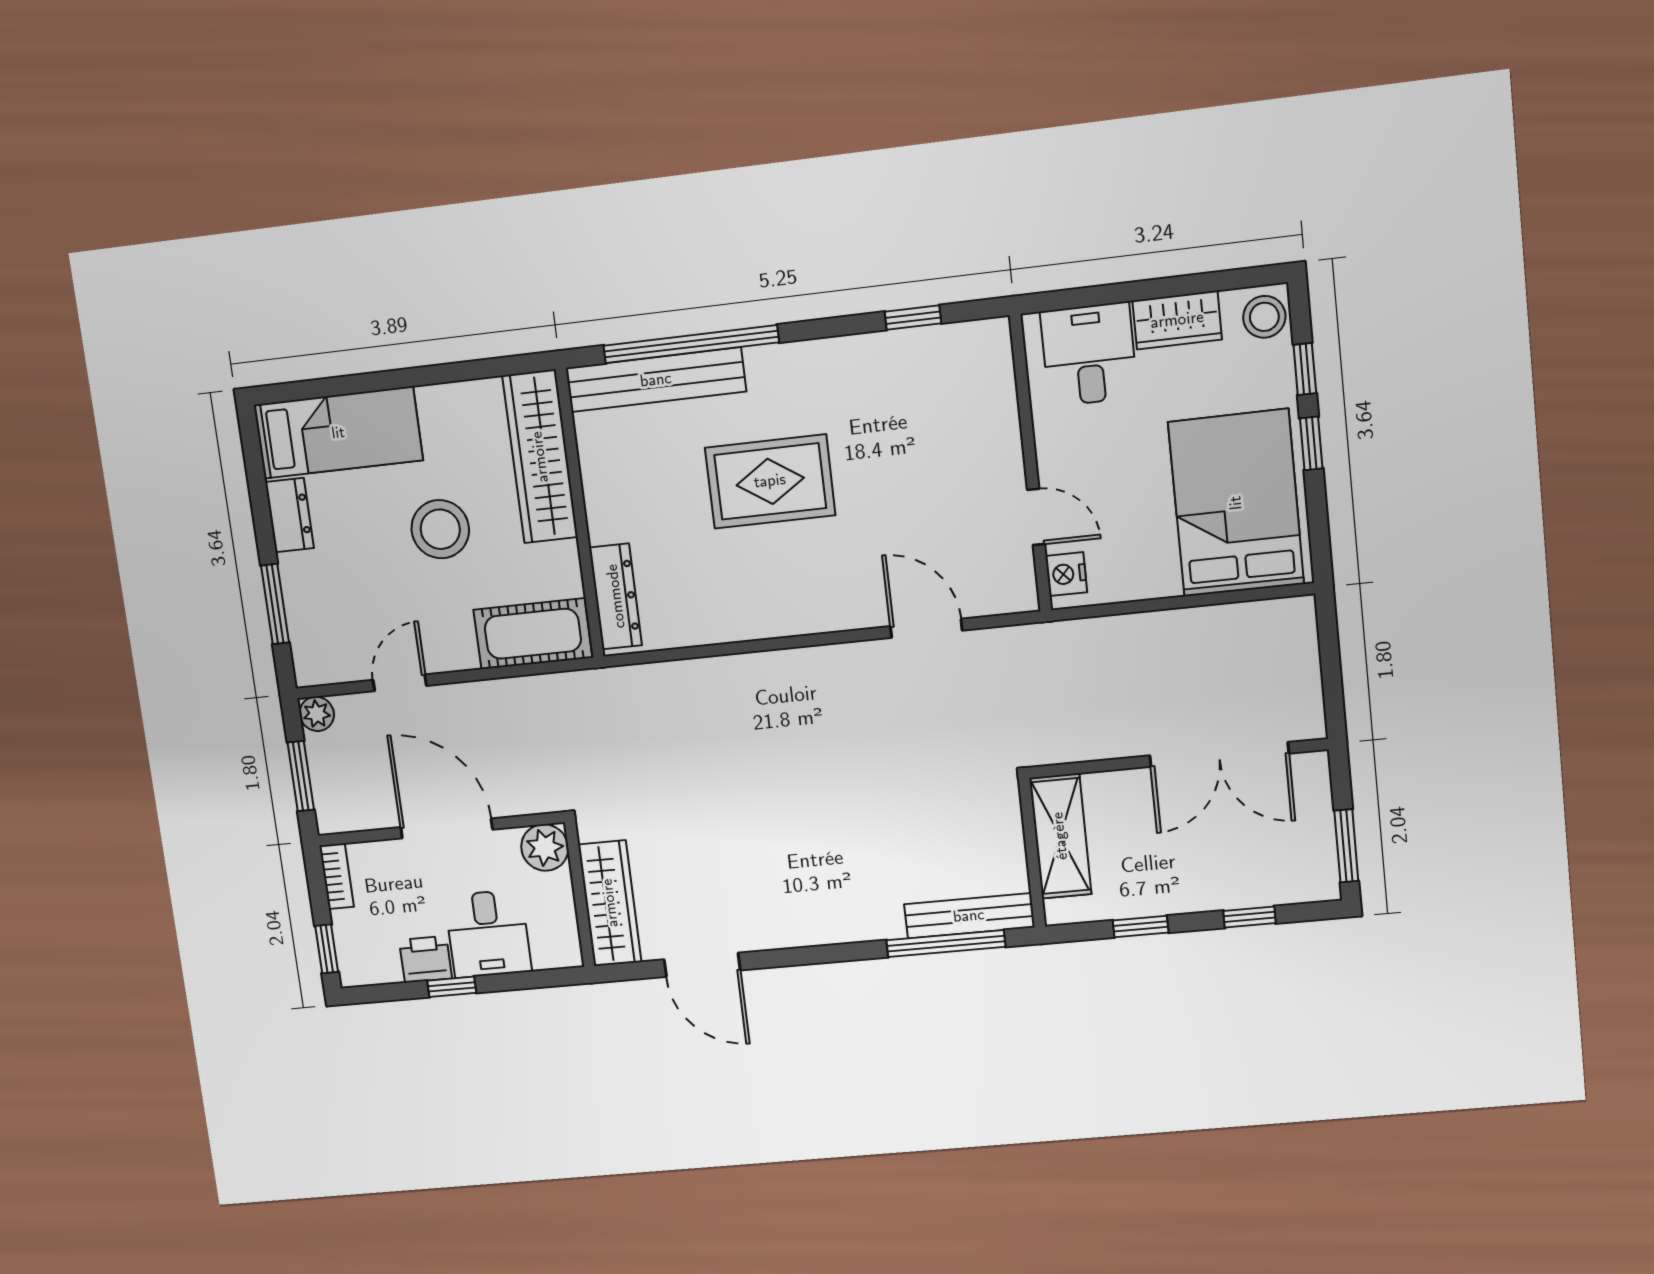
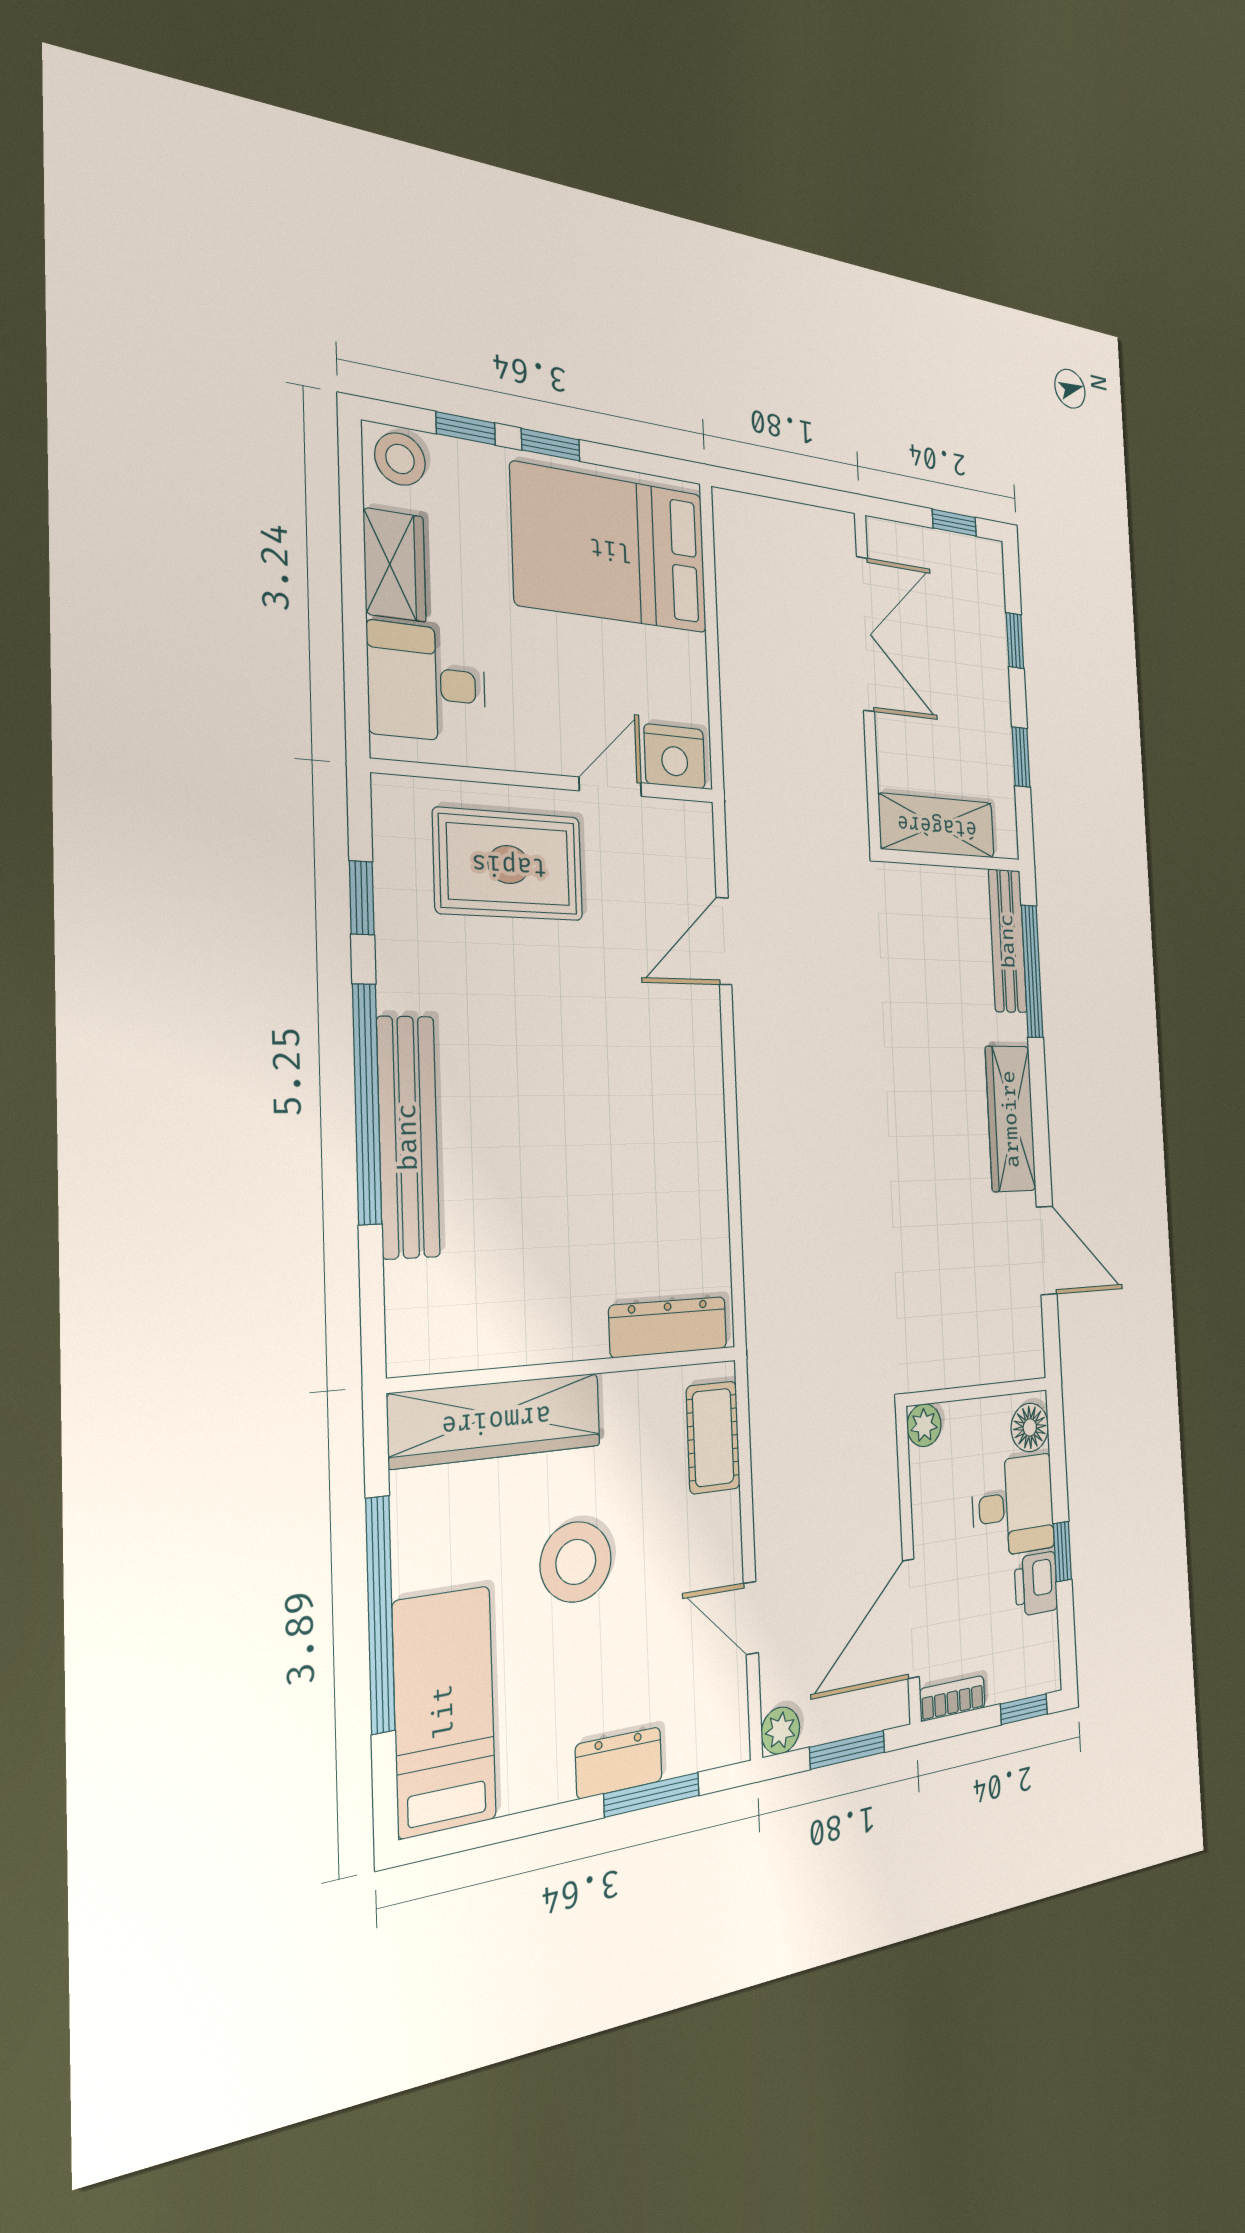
window: (691, 344) -> (367, 1104), moved
window: (404, 378) -> (380, 1614), added
bench: (656, 380) -> (408, 1137), moved
rug: (770, 481) -> (509, 865), moved, turned 90
dresser: (289, 515) -> (619, 1763), moved
nightstand: (1066, 574) -> (675, 756), width x1.36, depth x1.33
cot: (533, 634) -> (713, 1437), width x0.73, depth x0.75
door: (447, 828) -> (911, 1619), moved
window: (1346, 846) -> (954, 523), width x0.67
plant: (545, 848) -> (924, 1425), width x0.73, depth x0.73
wardrobe: (610, 903) -> (1011, 1119), moved, turned -90
floor lamp: (552, 950) -> (1030, 1427), added
door: (702, 965) -> (1047, 1250), hinge flipped

